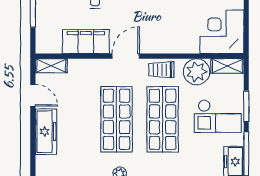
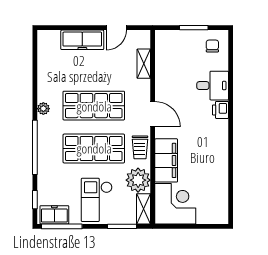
filing cabinet: (86, 42) -> (166, 160), moved
shelving: (51, 66) -> (144, 64), moved
trolley: (161, 70) -> (140, 147), turned 180
window: (246, 106) -> (122, 226), moved

